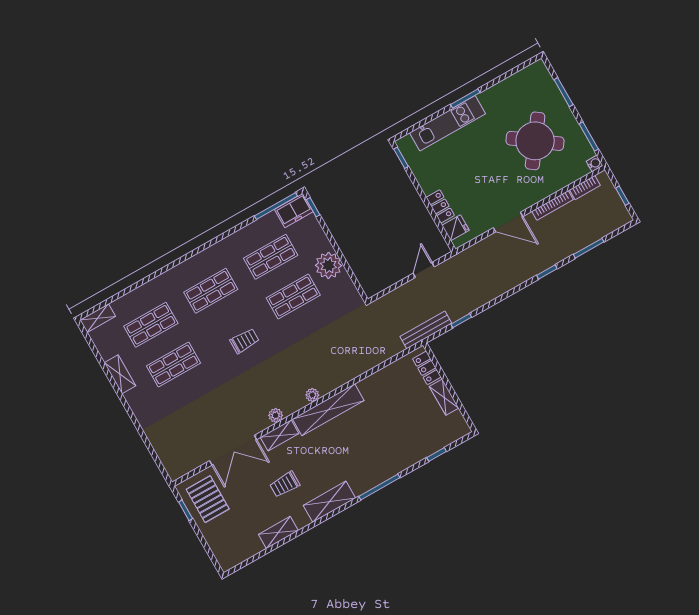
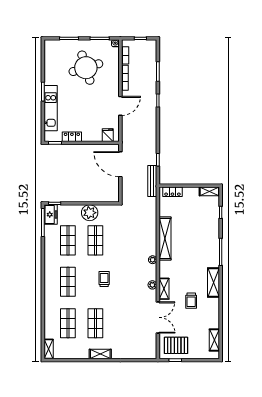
round table: (535, 141) -> (86, 68), turned 37
locker: (440, 206) -> (72, 137), moved
door: (424, 270) -> (120, 164), width x1.88
shelving: (120, 374) -> (100, 354), moved
shelving: (444, 397) -> (209, 191), moved
shelving: (328, 410) -> (165, 238), moved
shelving: (278, 532) -> (214, 340), moved

